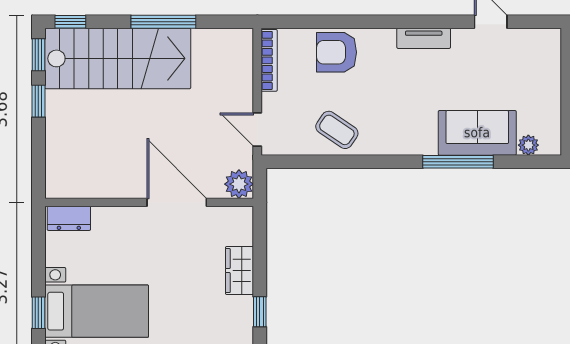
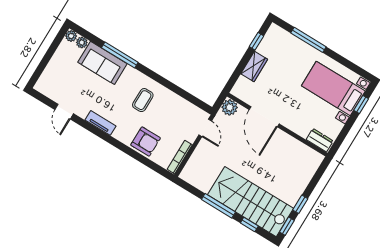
window: (70, 22) -> (249, 225), moved
coffee table: (337, 130) -> (143, 100), moved, turned 56
plant: (551, 145) -> (71, 36), added

